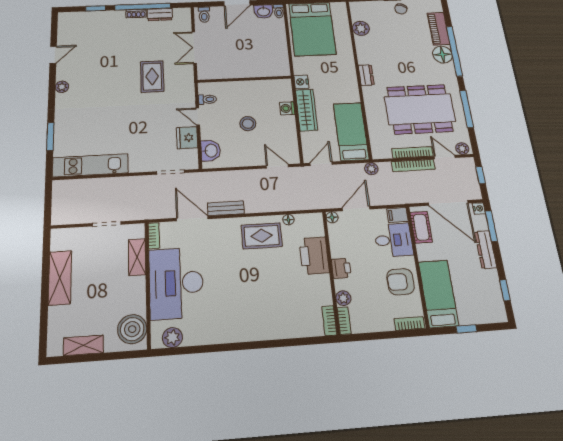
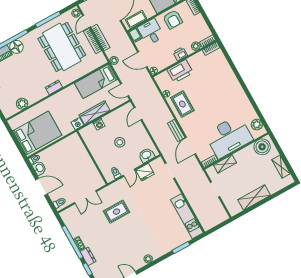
dresser: (160, 14) -> (88, 256), moved

